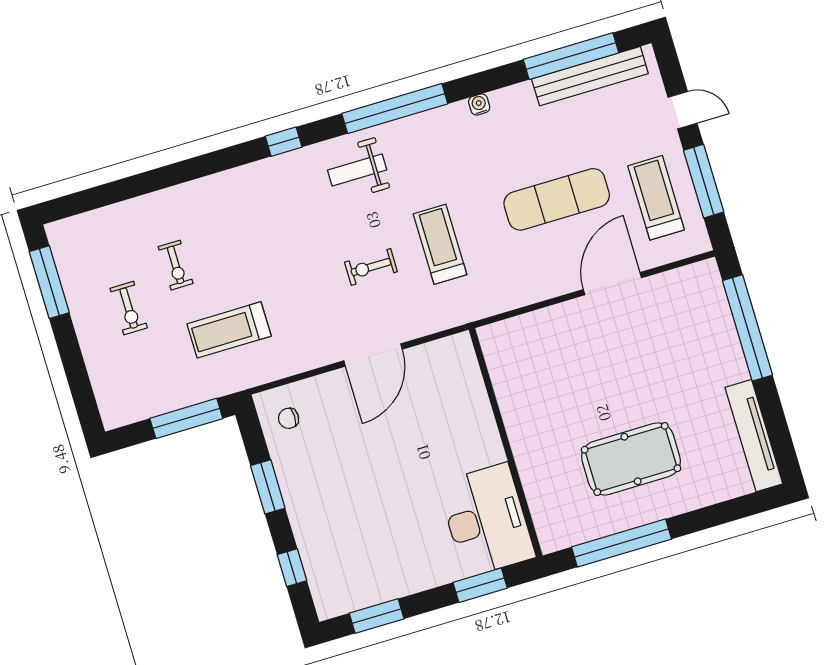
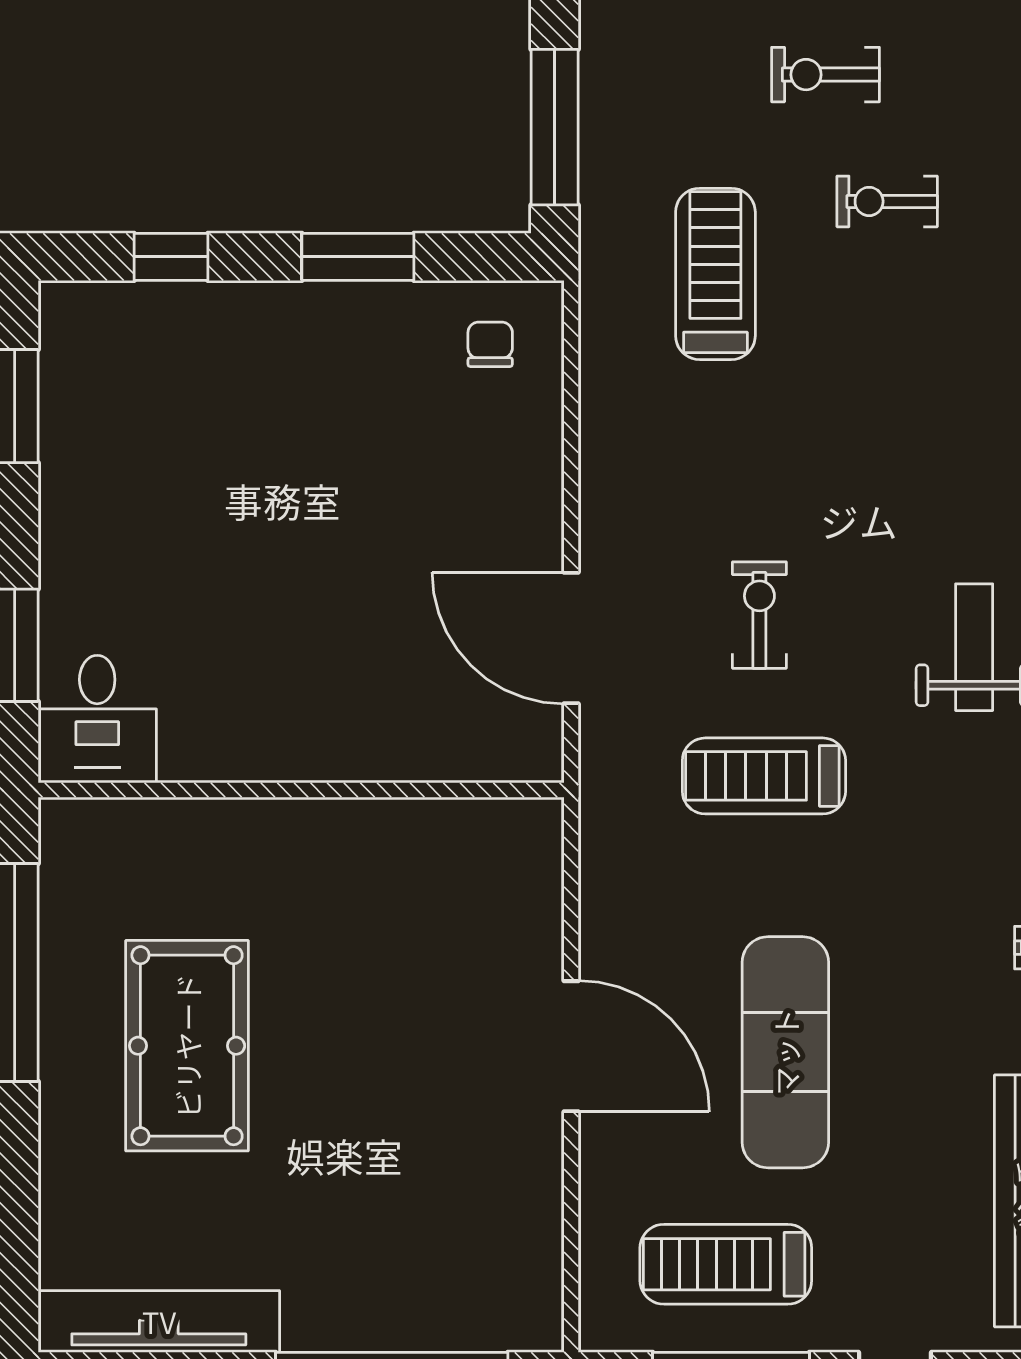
treadmill: (656, 198) -> (726, 1264), turned 180
treadmill: (440, 244) -> (764, 776), turned 180
door: (612, 284) -> (571, 1046), moved
door: (373, 355) -> (571, 638), moved
desk: (486, 520) -> (97, 719), width x0.53, depth x0.77

